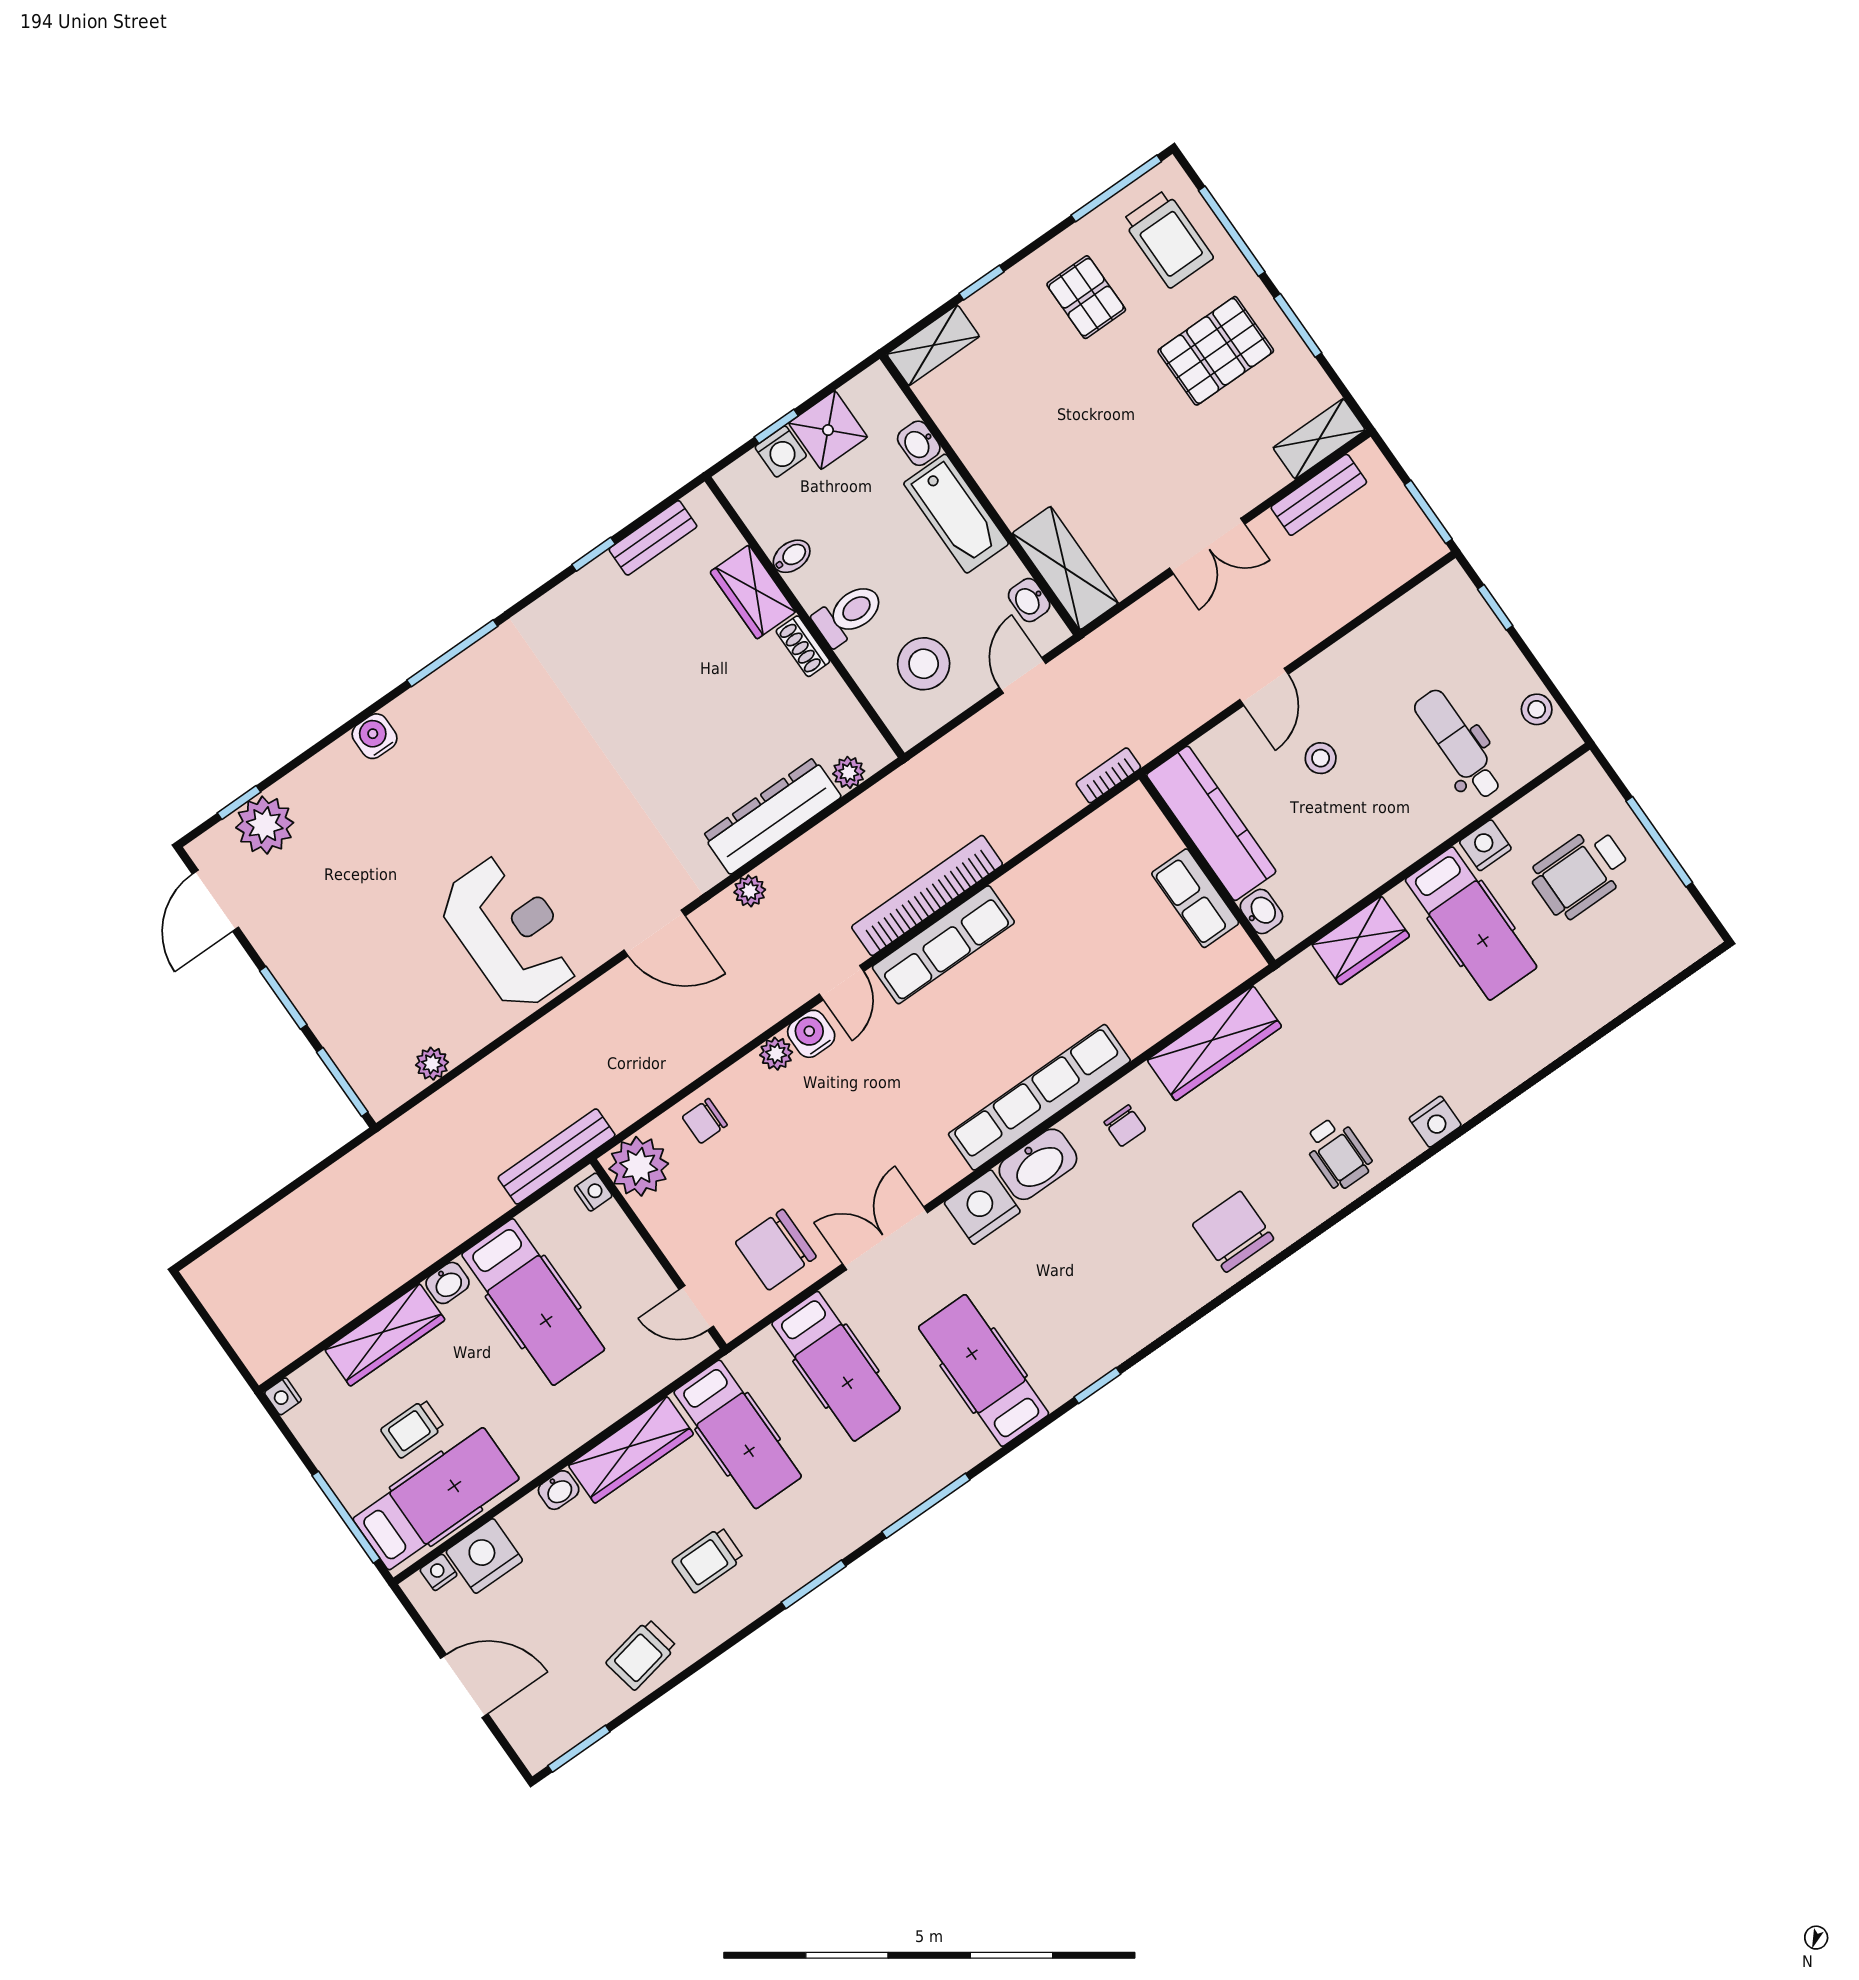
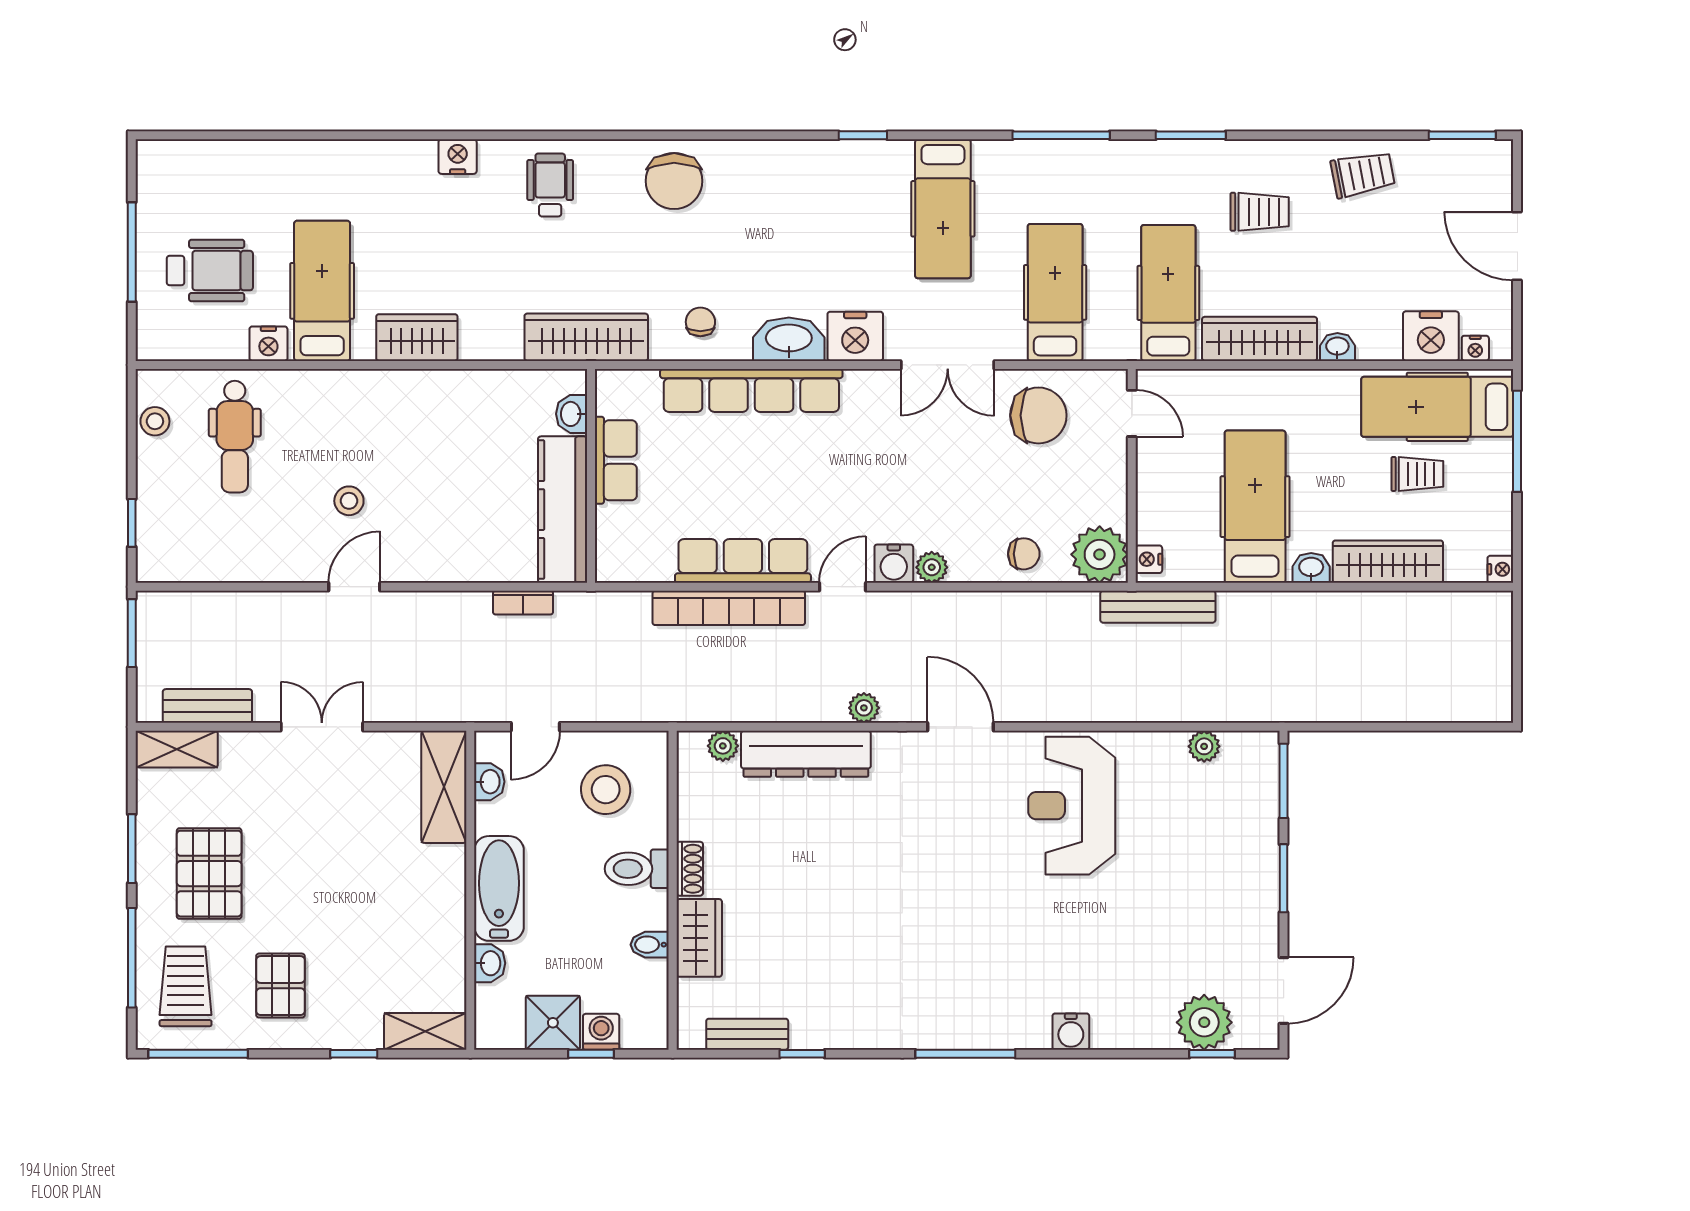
pallet: (1216, 351) -> (209, 874), turned 90
kitchen counter: (1211, 823) -> (563, 510), moved
wall: (1207, 870) -> (591, 476), moved
row of seats: (1195, 898) -> (616, 460), moved
washbasin: (1261, 911) -> (572, 414), moved

